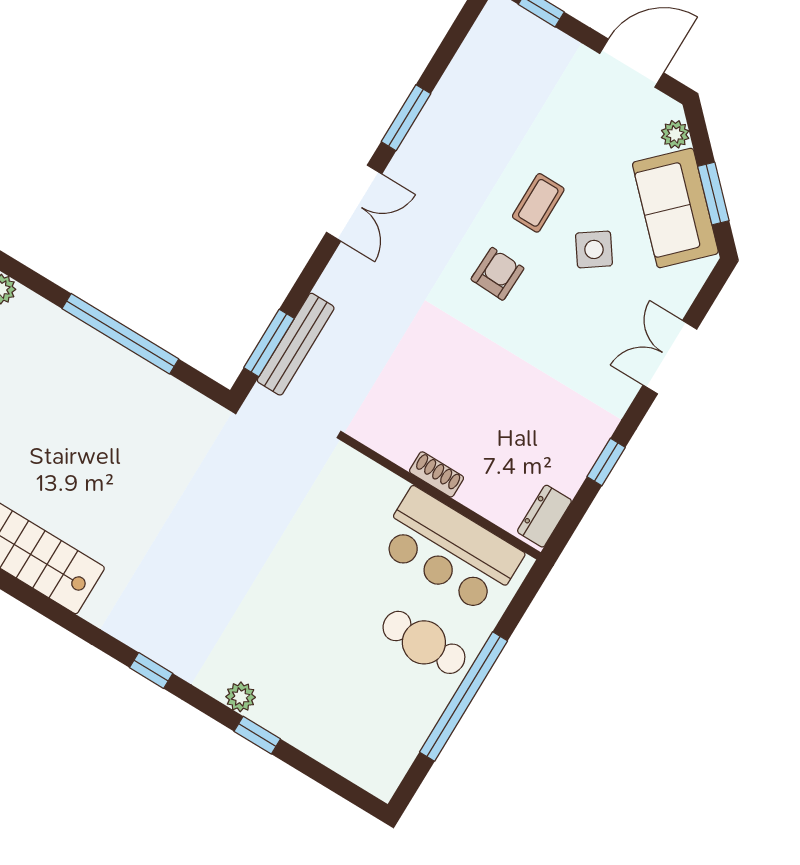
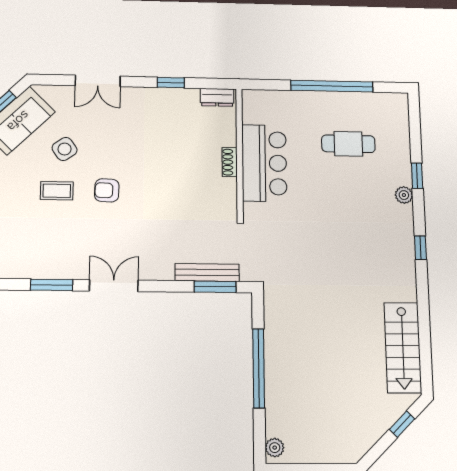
bar counter: (450, 550) -> (264, 163), moved
cafe table: (424, 642) -> (348, 144), moved, turned 90

